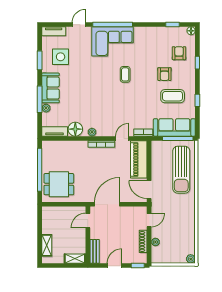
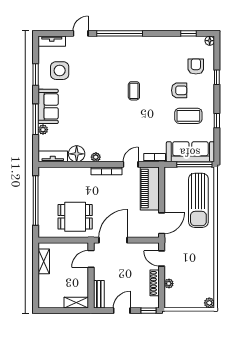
corner sofa: (113, 41) -> (119, 53), removed
armchair: (164, 74) -> (179, 90), turned -90
dining table: (59, 184) -> (75, 217), moved
door: (149, 190) -> (162, 223), swing flipped
door: (149, 220) -> (162, 258), swing flipped
shelving: (47, 245) -> (44, 261), moved

